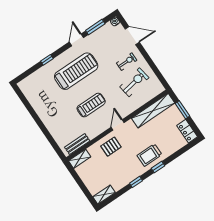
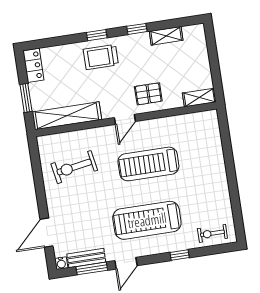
door: (132, 36) -> (47, 233), hinge flipped
exercise bike: (127, 62) -> (212, 233), moved
treadmill: (91, 105) -> (148, 164), width x1.37, depth x1.38
bench: (77, 144) -> (86, 258), moved
trolley: (149, 155) -> (101, 57), turned 180
shelving: (104, 195) -> (166, 36), moved

